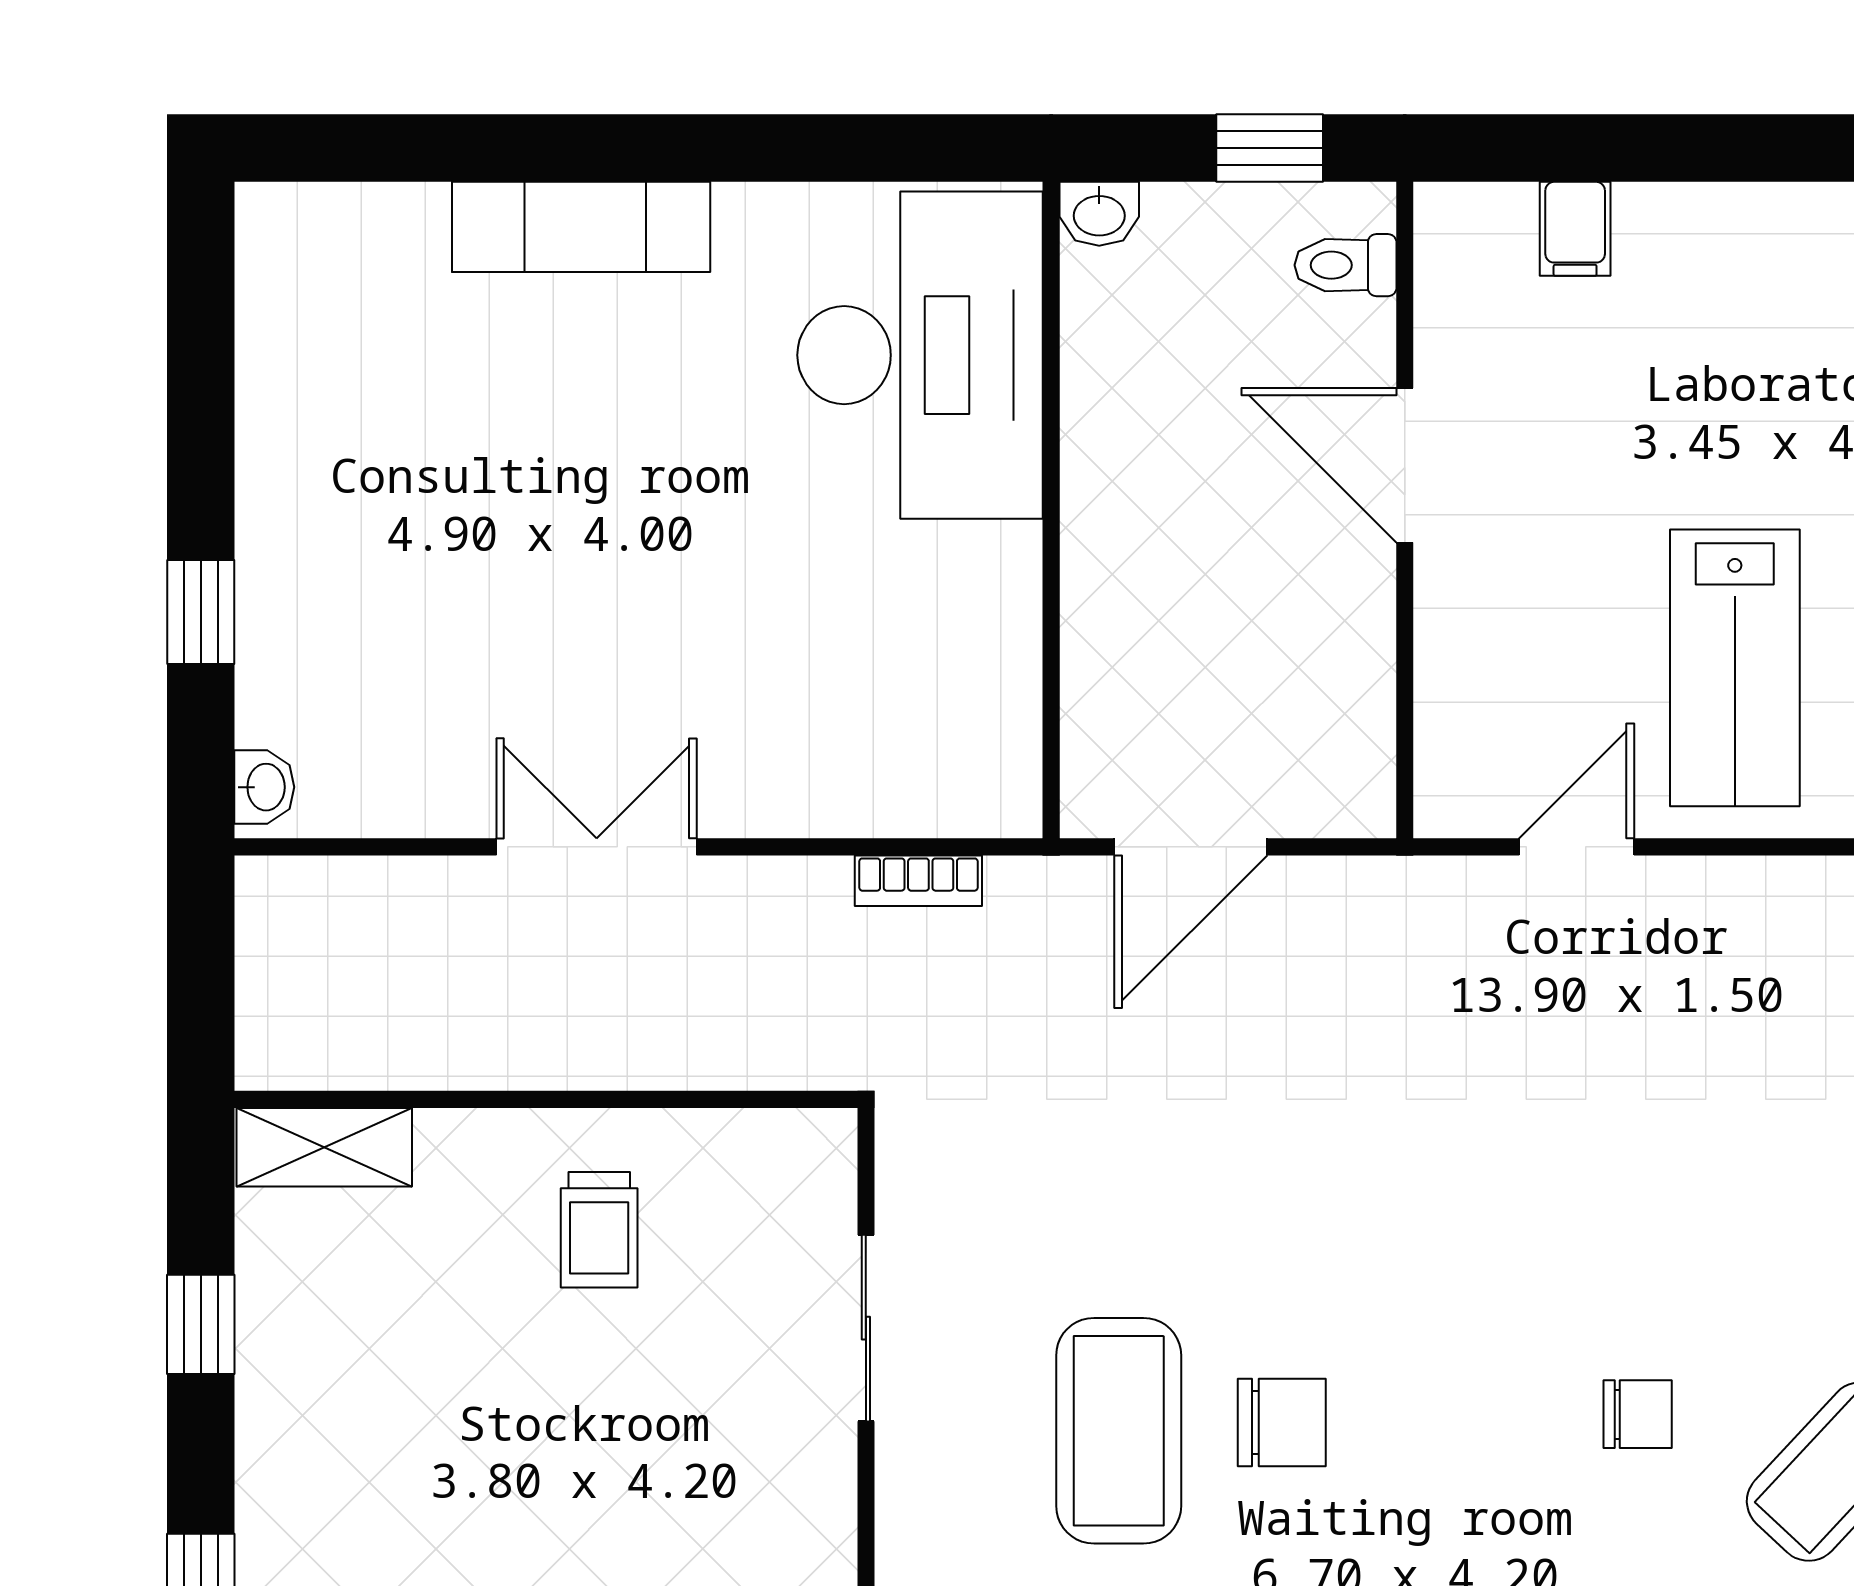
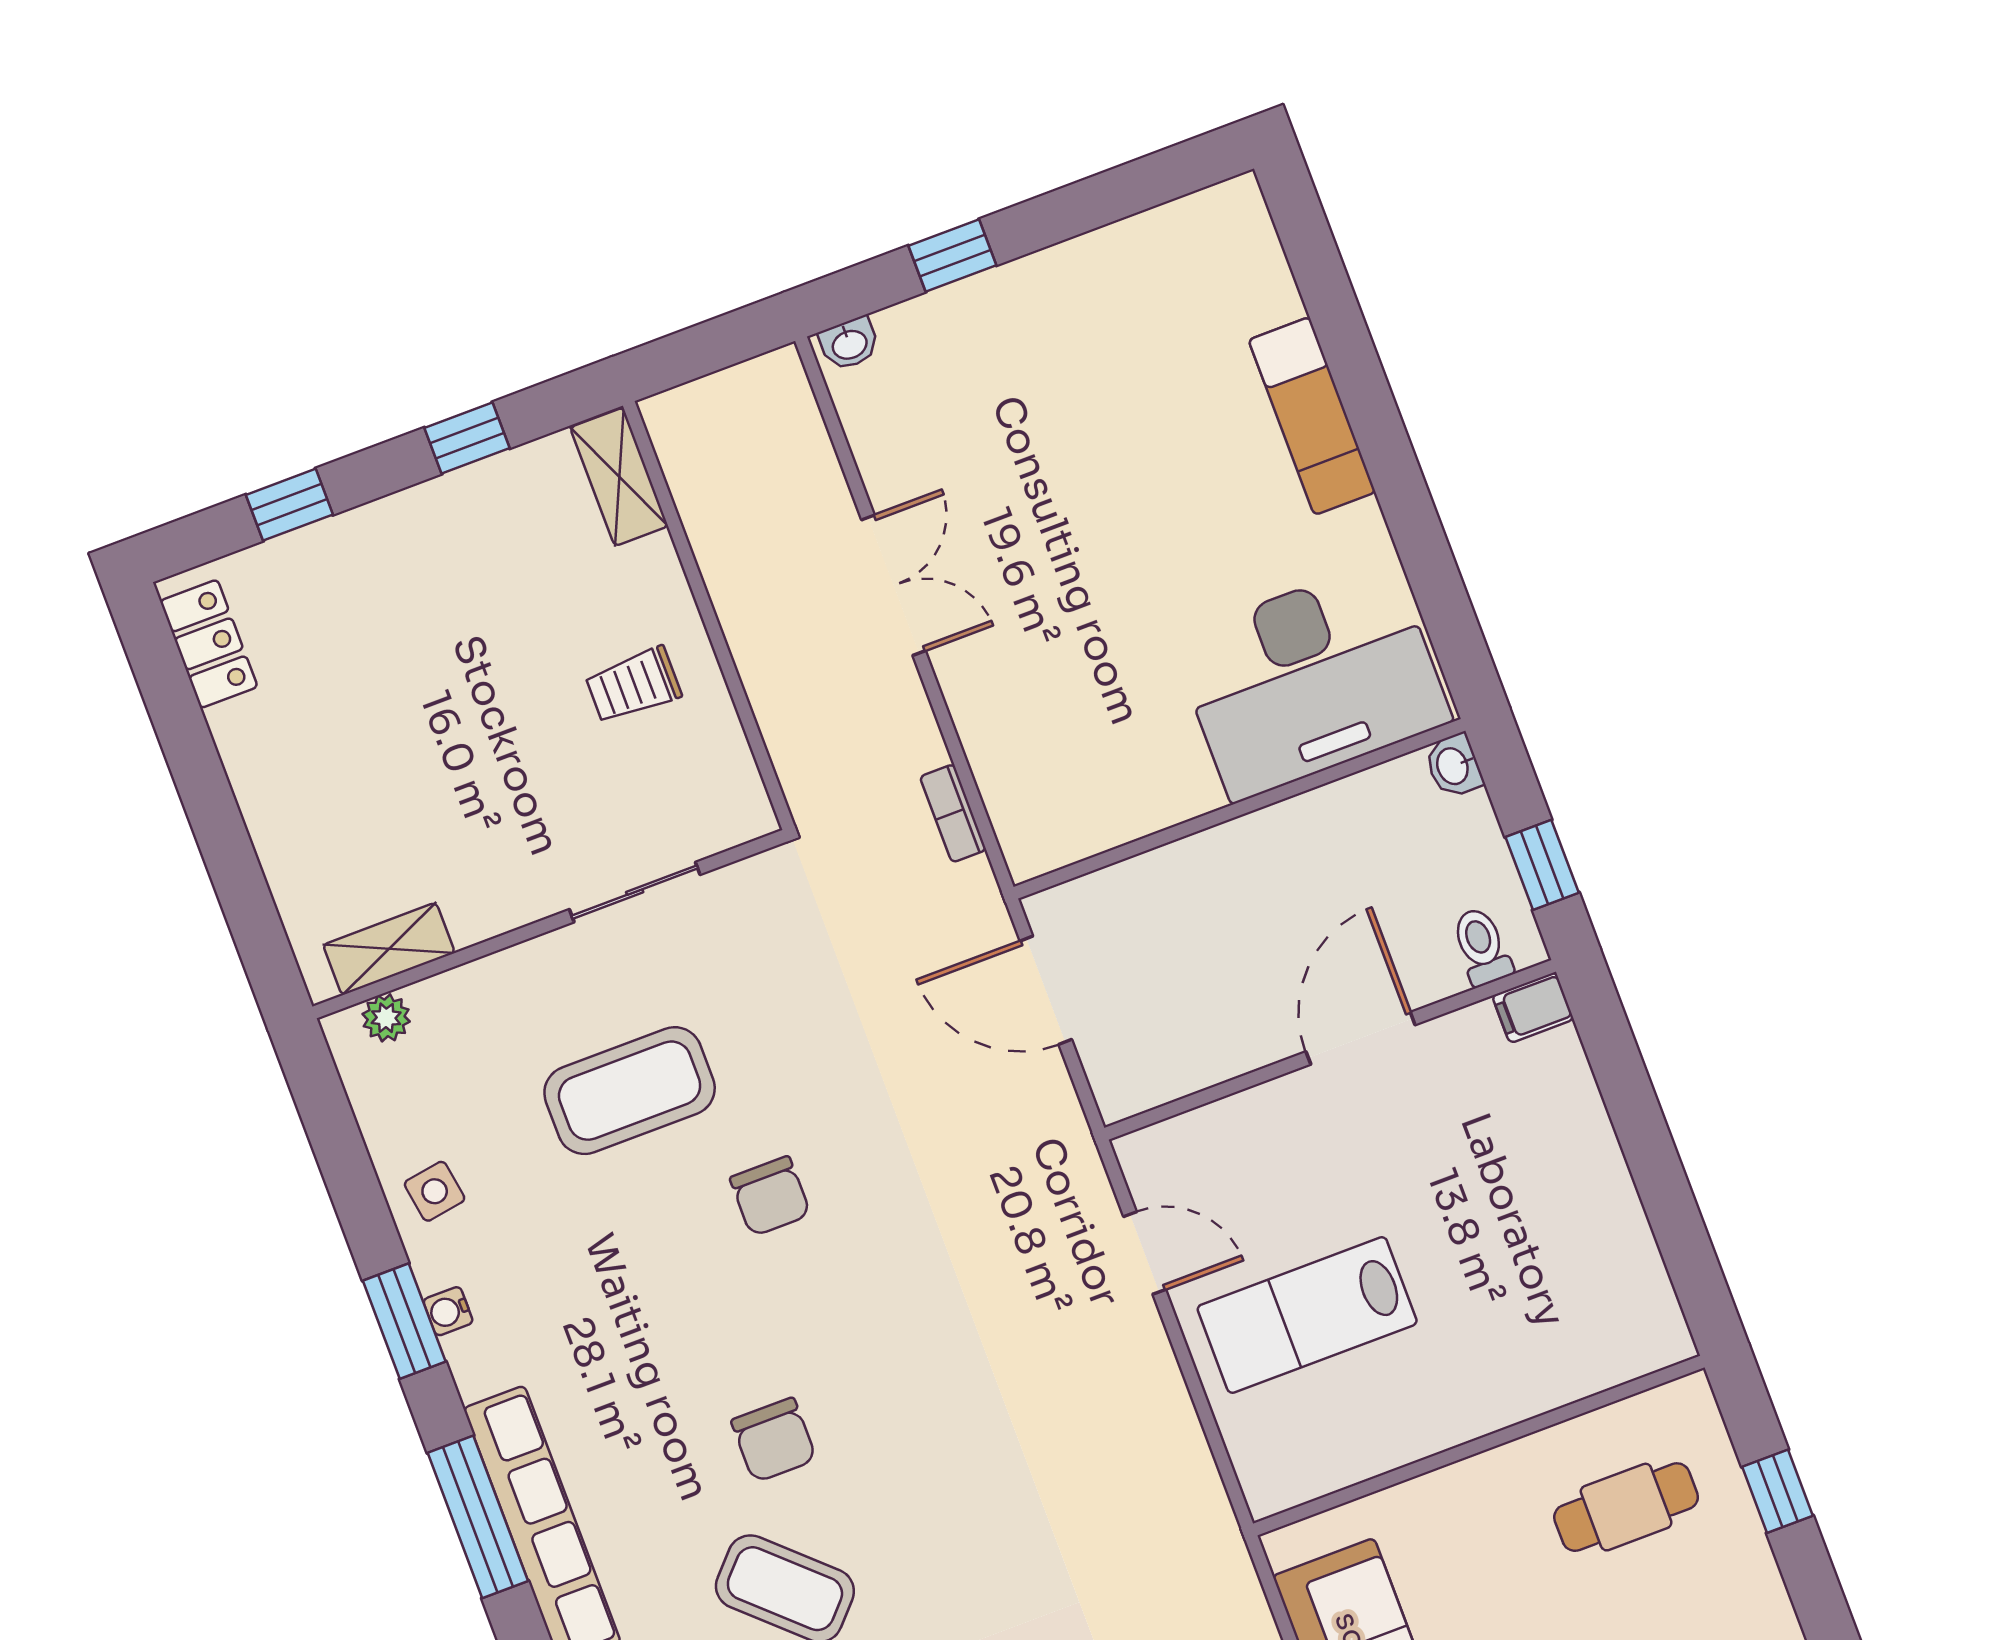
filing cabinet: (1575, 229) -> (1533, 1008), moved
chair: (1638, 1414) -> (774, 1440), width x1.37, depth x1.37
chair: (1282, 1422) -> (770, 1196), moved

